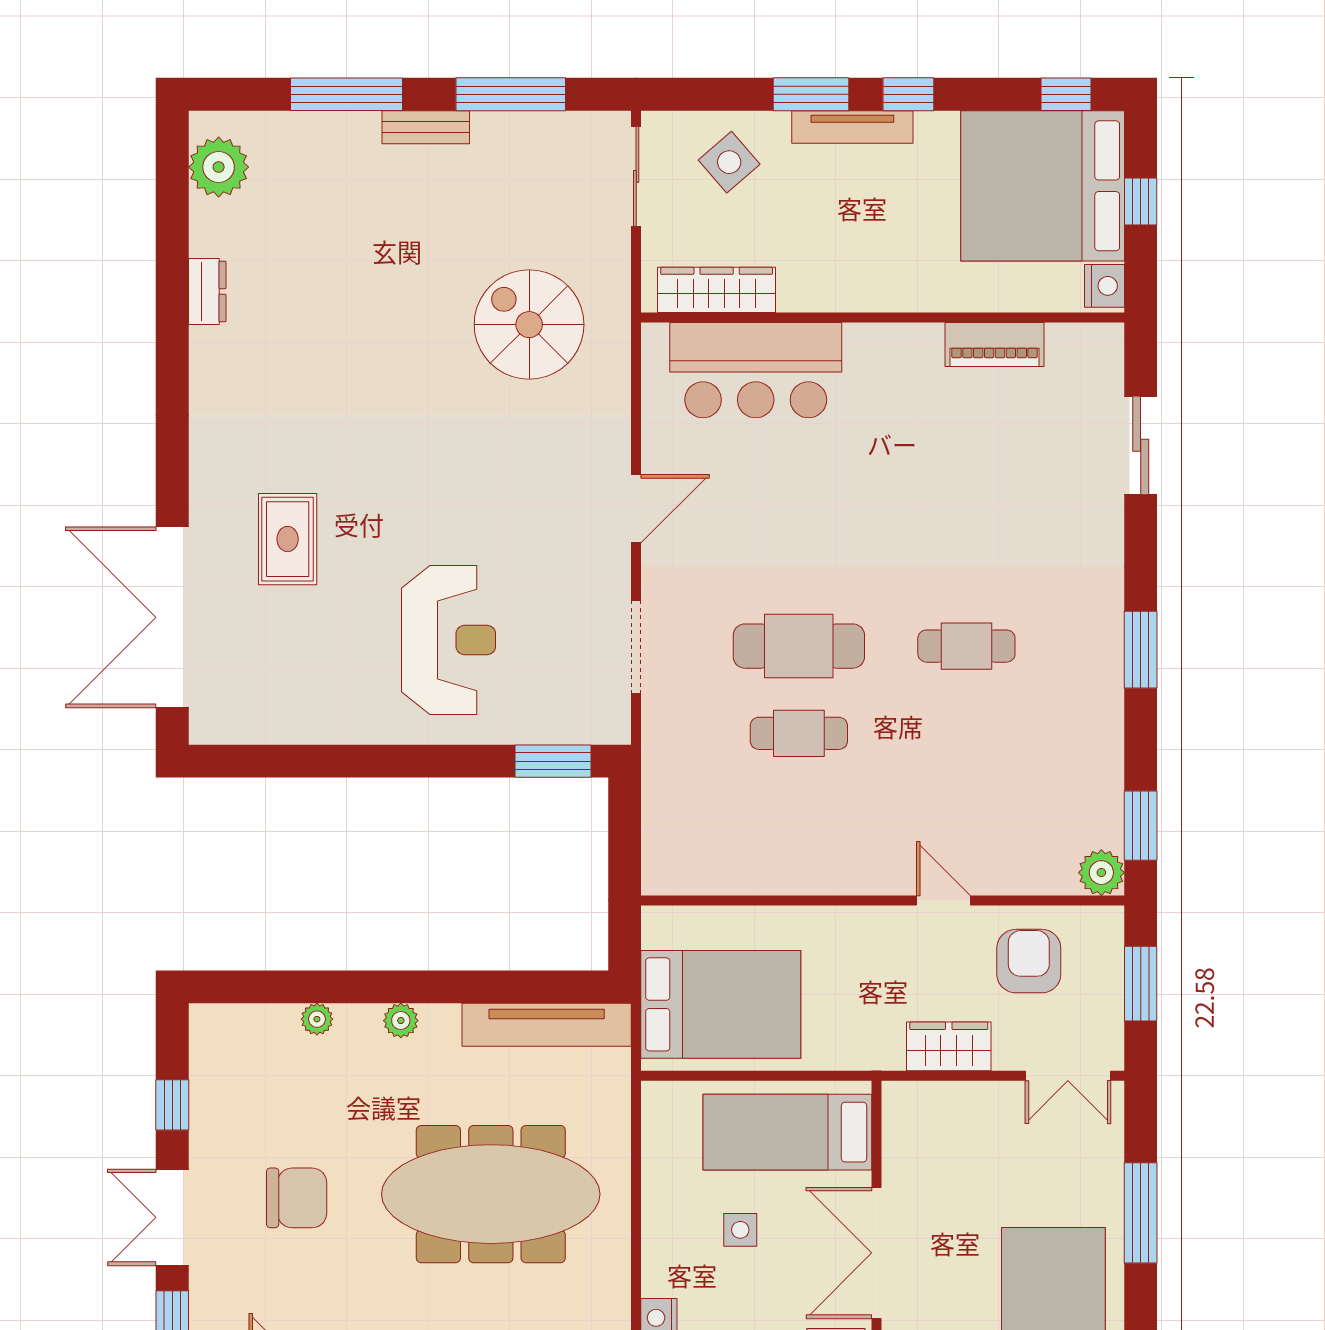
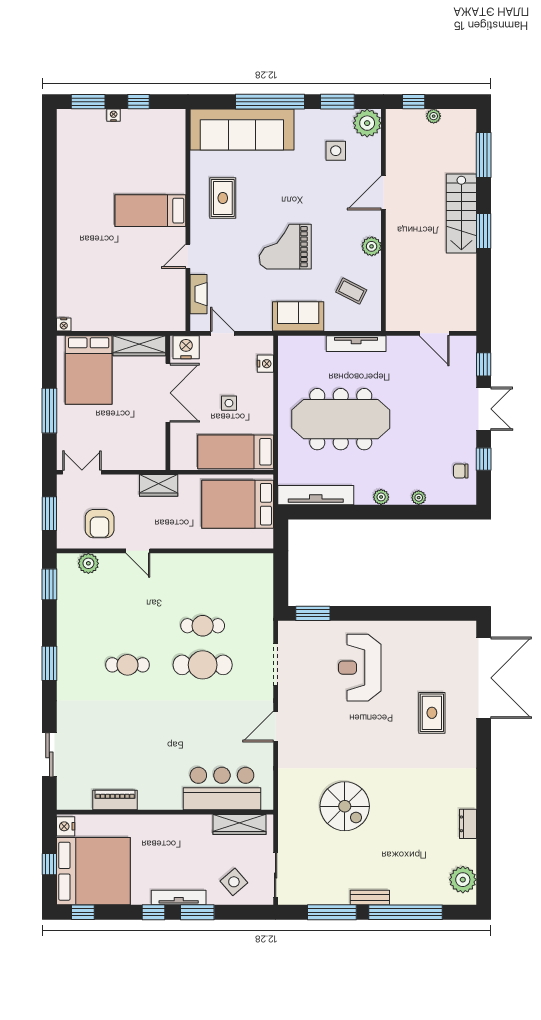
window: (347, 94) -> (405, 912), width x1.46
spiral stairs: (529, 325) -> (345, 806), moved
plant: (1101, 873) -> (88, 563), moved
wardrobe: (949, 1046) -> (159, 485), moved
bed: (787, 1132) -> (236, 452), moved, turned 180
chair: (297, 1198) -> (461, 471), moved, width x0.54, depth x0.54

